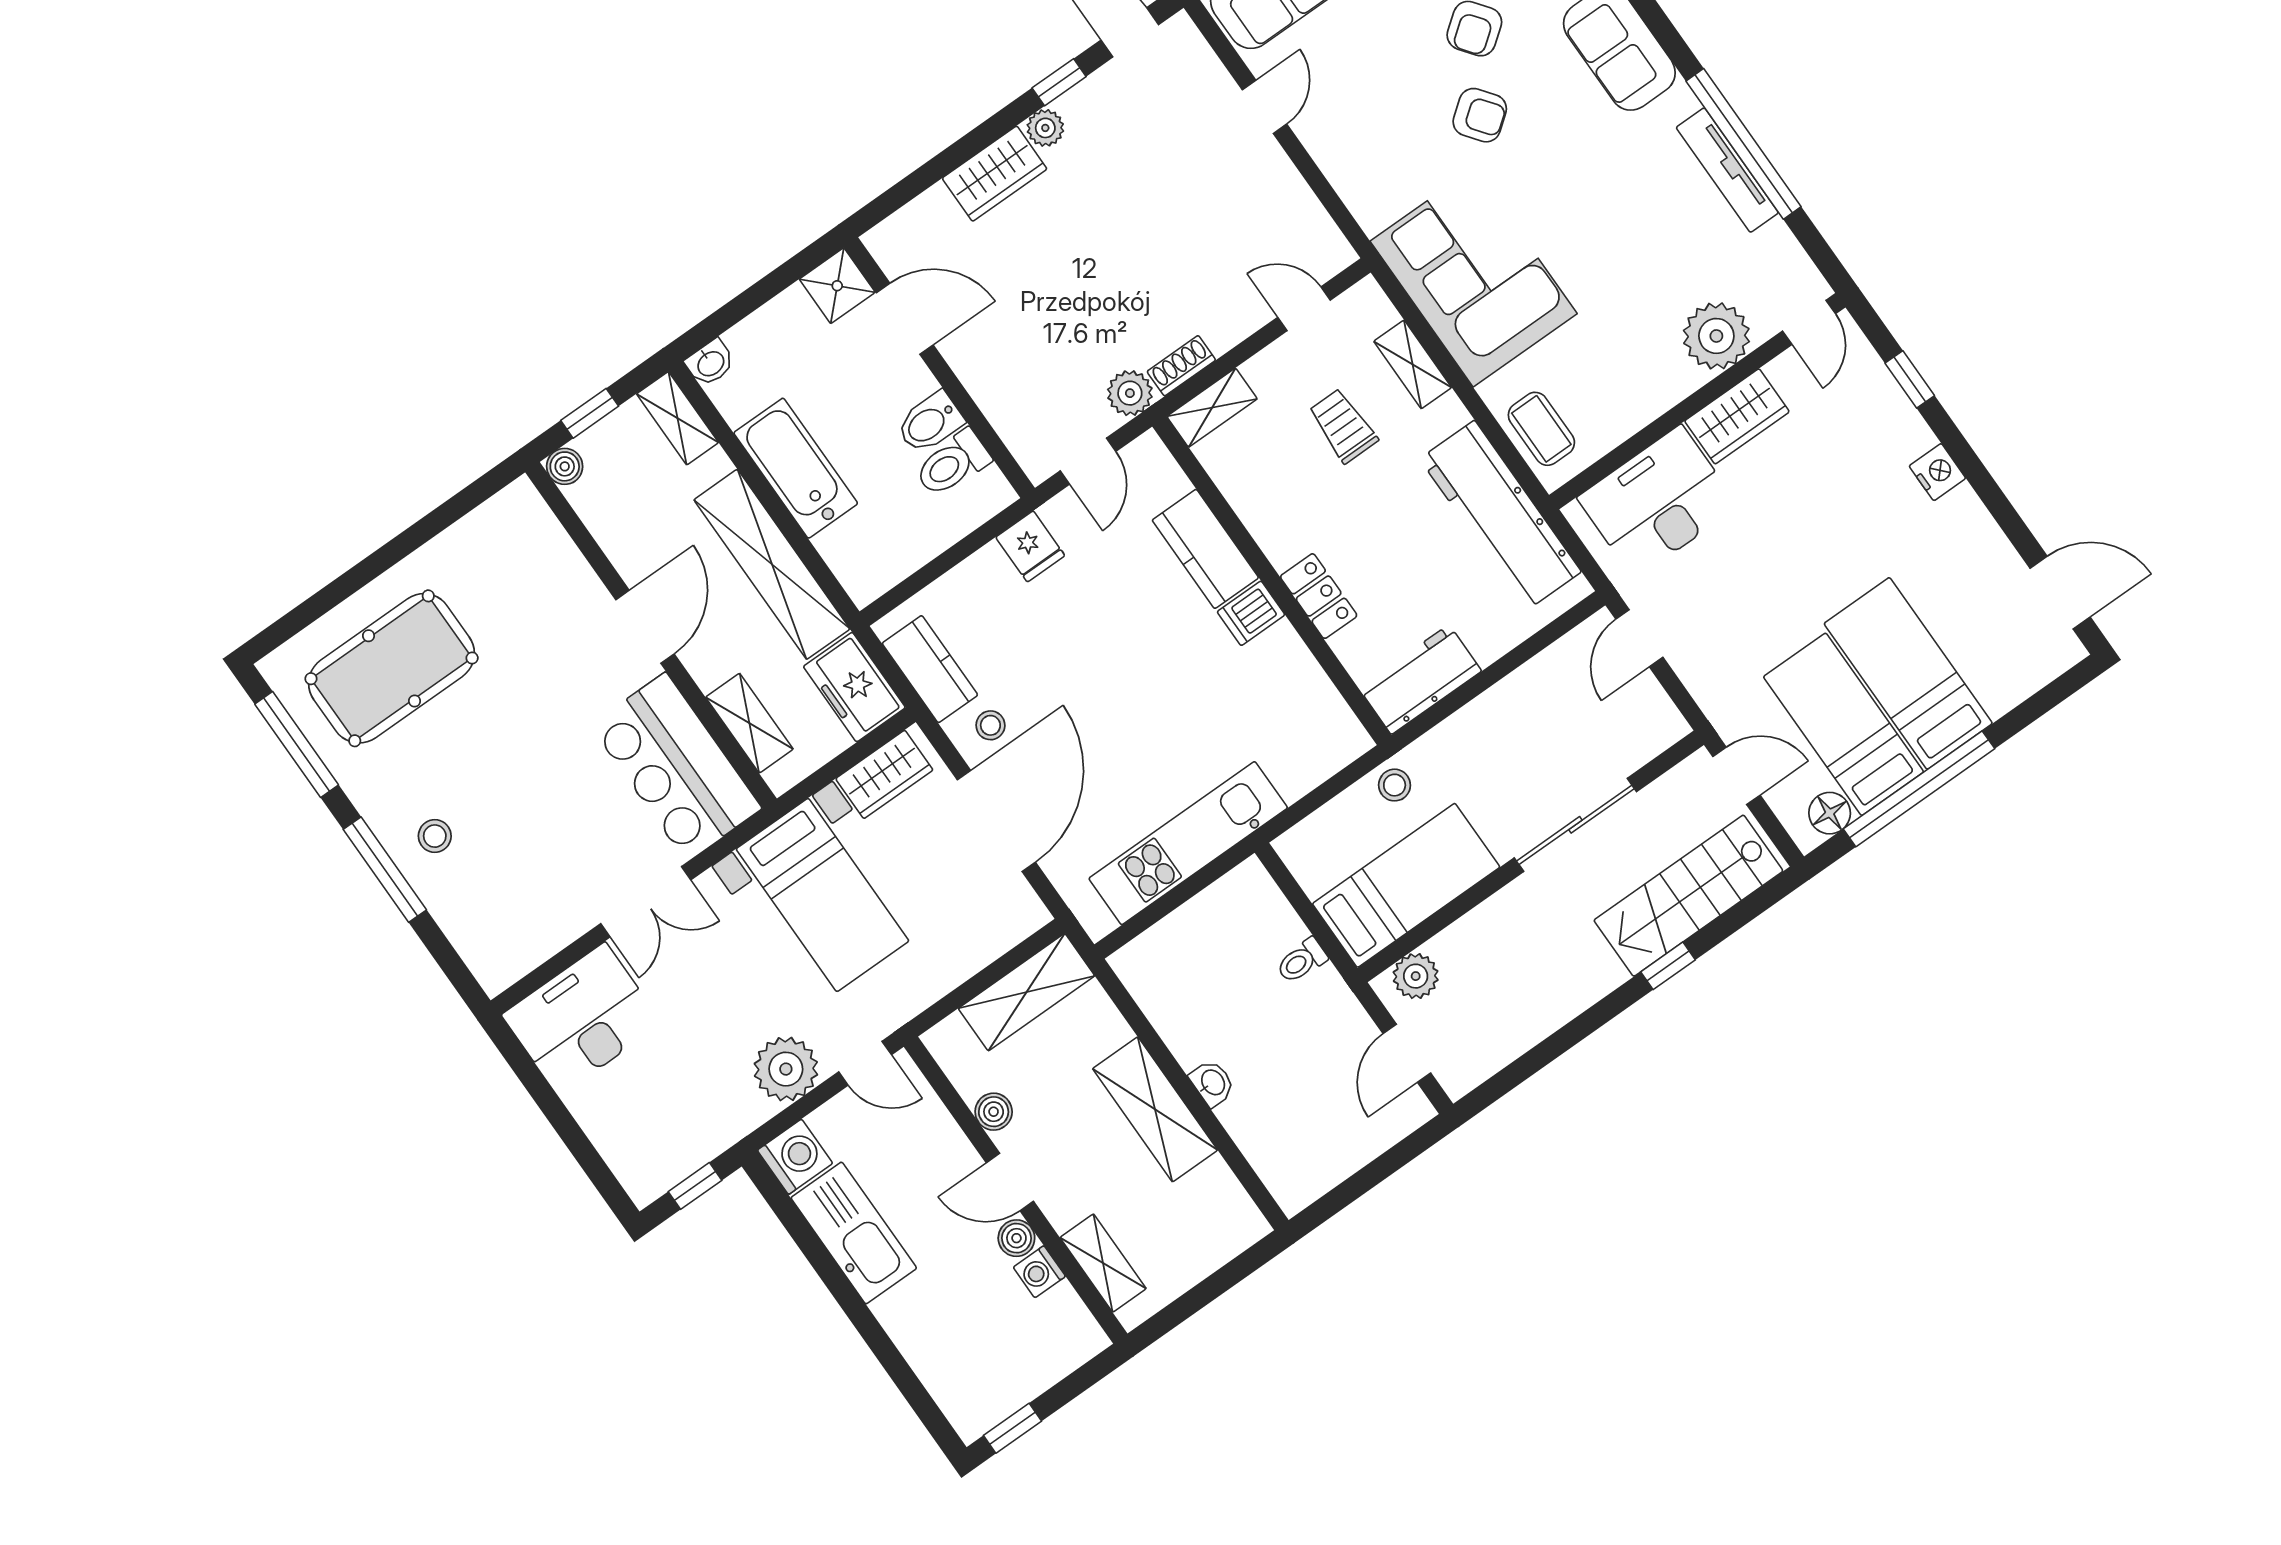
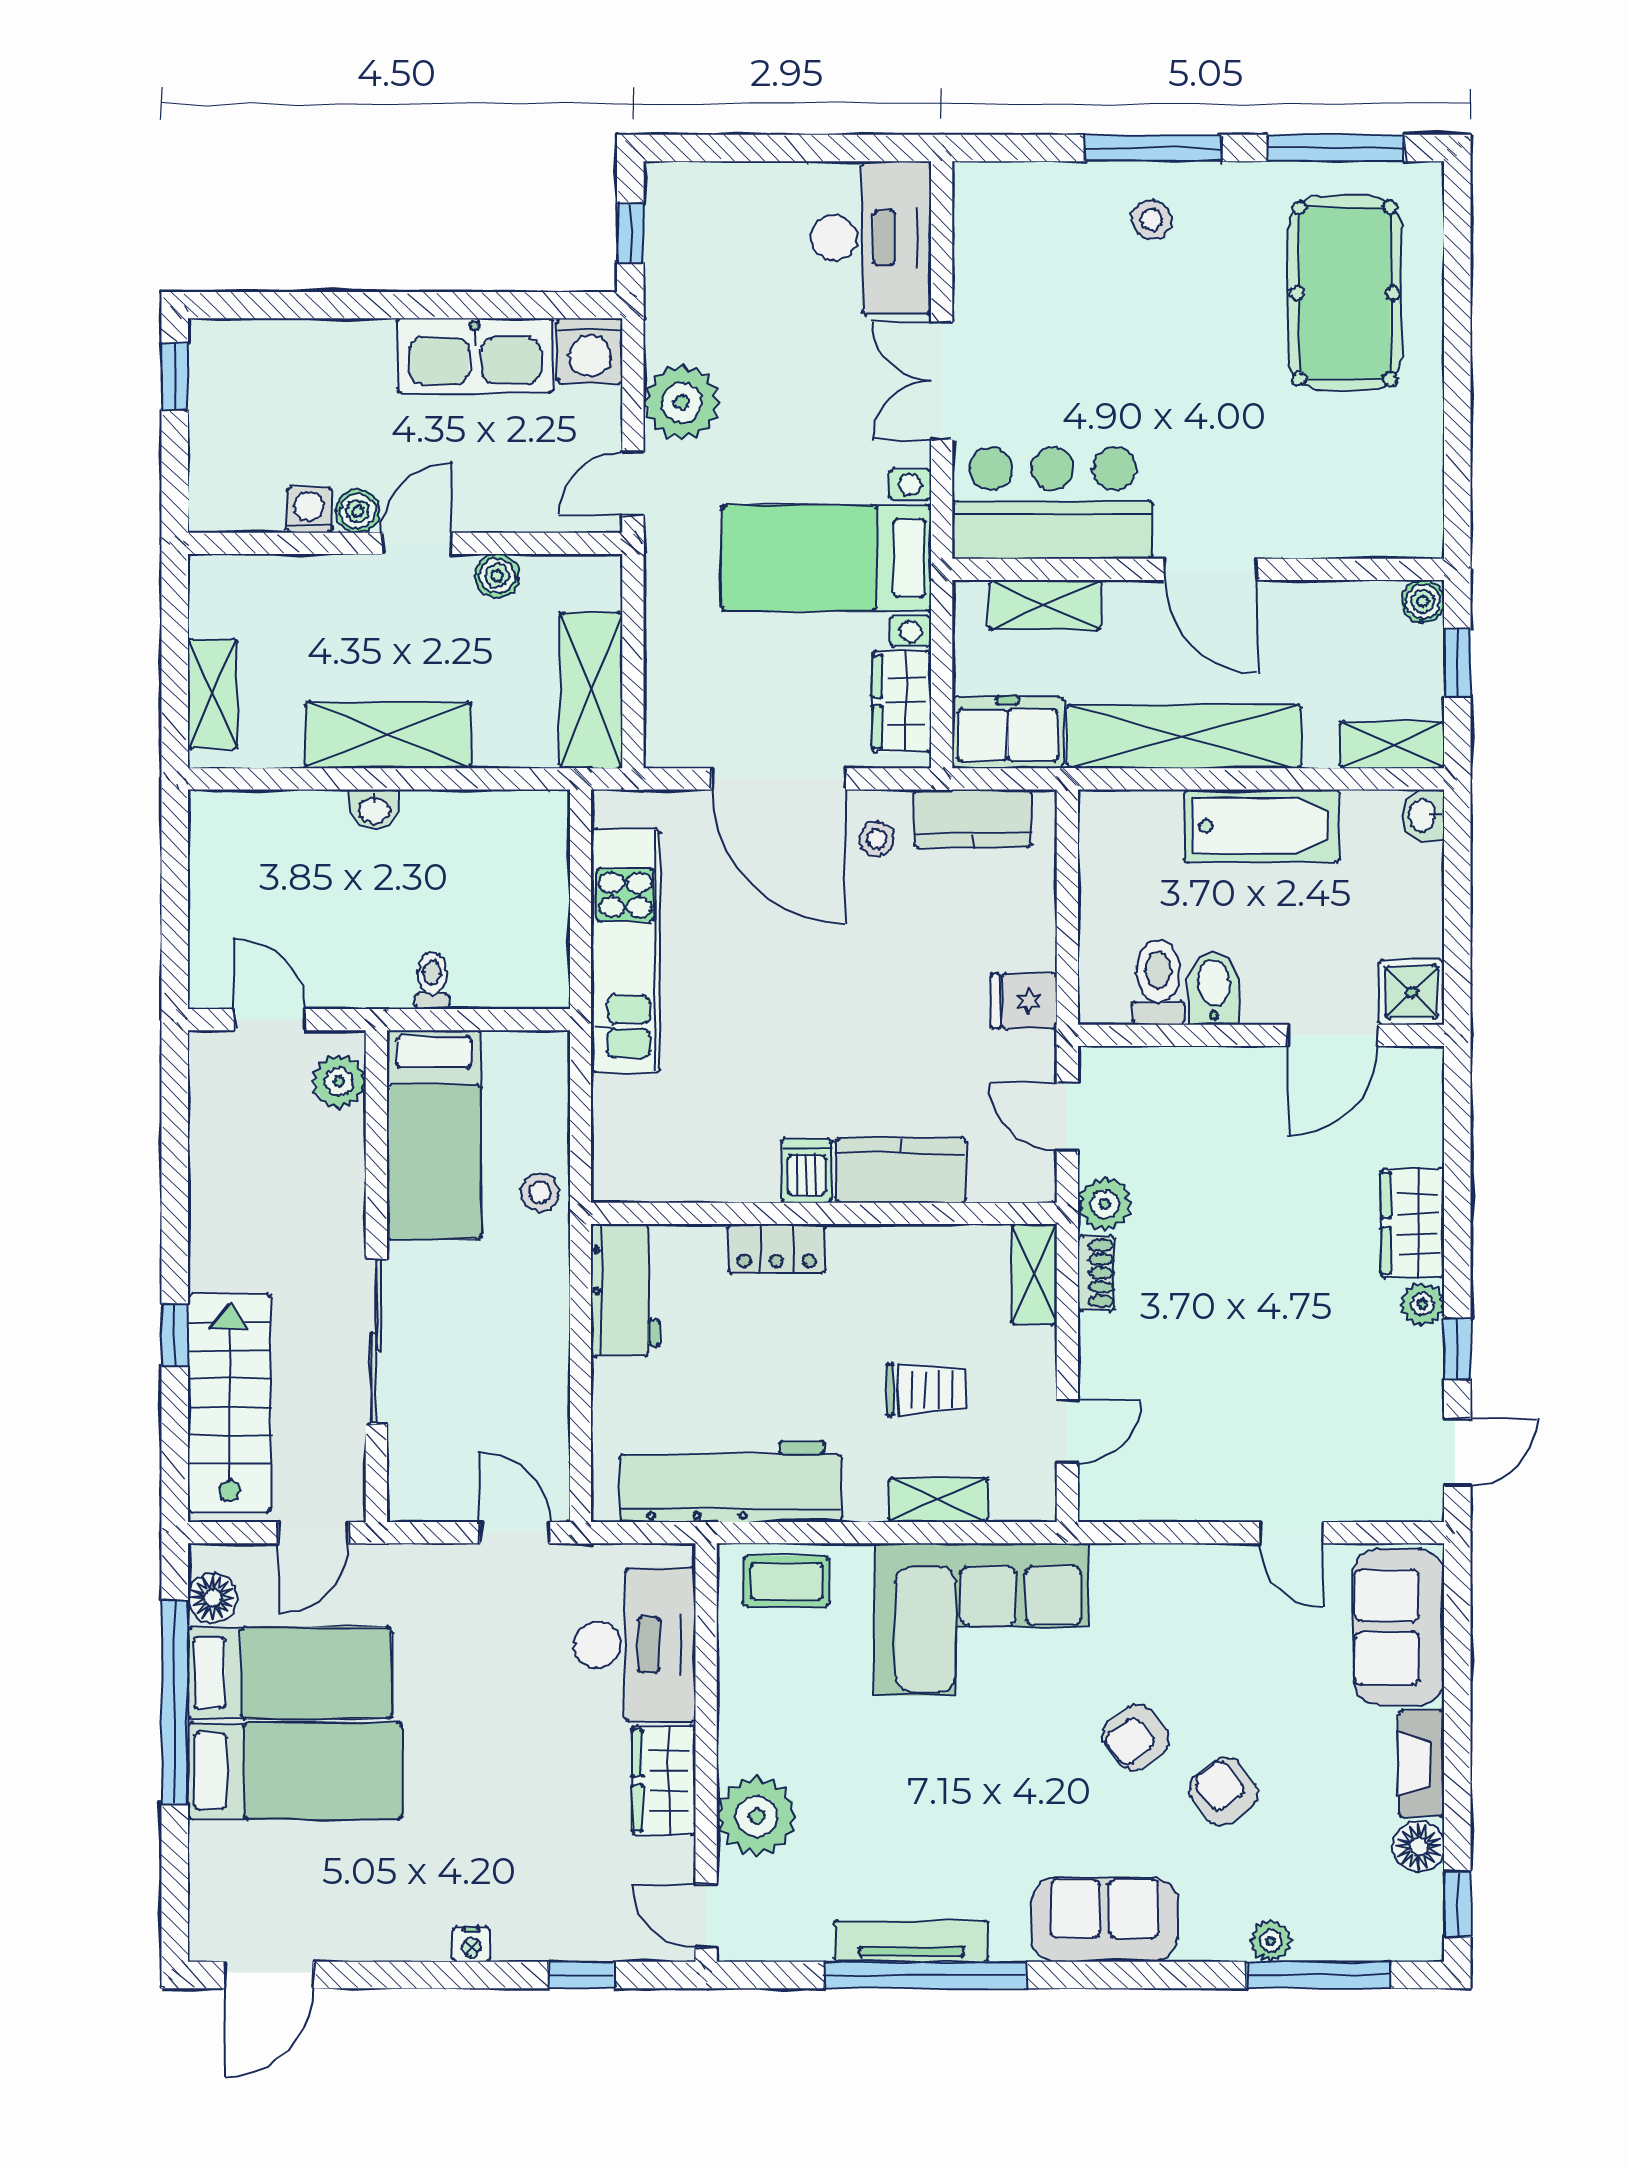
nightstand: (1937, 472) -> (471, 1944), width x0.72, depth x0.74
shelving: (1103, 1263) -> (213, 694), moved, turned 90

